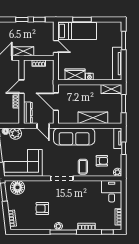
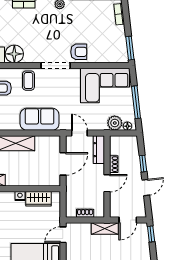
door: (56, 46) -> (63, 235), hinge flipped
door: (56, 102) -> (63, 164), hinge flipped
sofa: (74, 136) -> (40, 119), width x0.73
floor lamp: (17, 187) -> (14, 54), moved
armchair: (42, 209) -> (79, 52), moved

